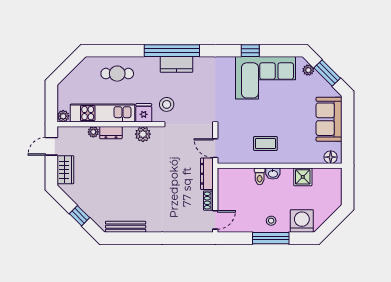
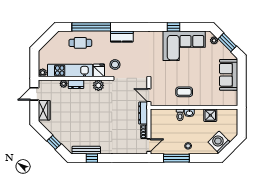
window: (172, 51) -> (91, 27), moved
floor lamp: (331, 157) -> (230, 101), removed
washing machine: (302, 221) -> (219, 142), moved, turned -45
window: (134, 238) -> (92, 158), added
window: (271, 238) -> (176, 158), moved

